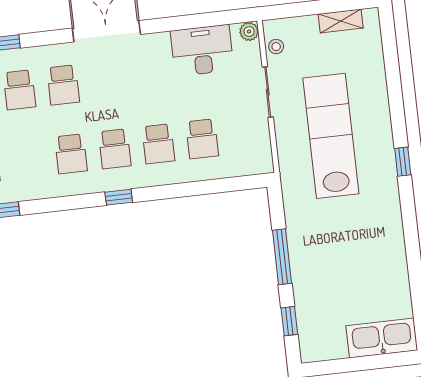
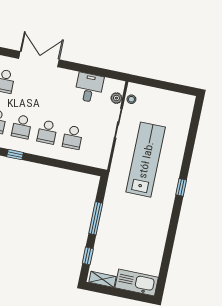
shelving: (341, 21) -> (103, 279), moved
plant: (249, 32) -> (116, 98), moved
desk: (202, 50) -> (89, 88), width x0.73

